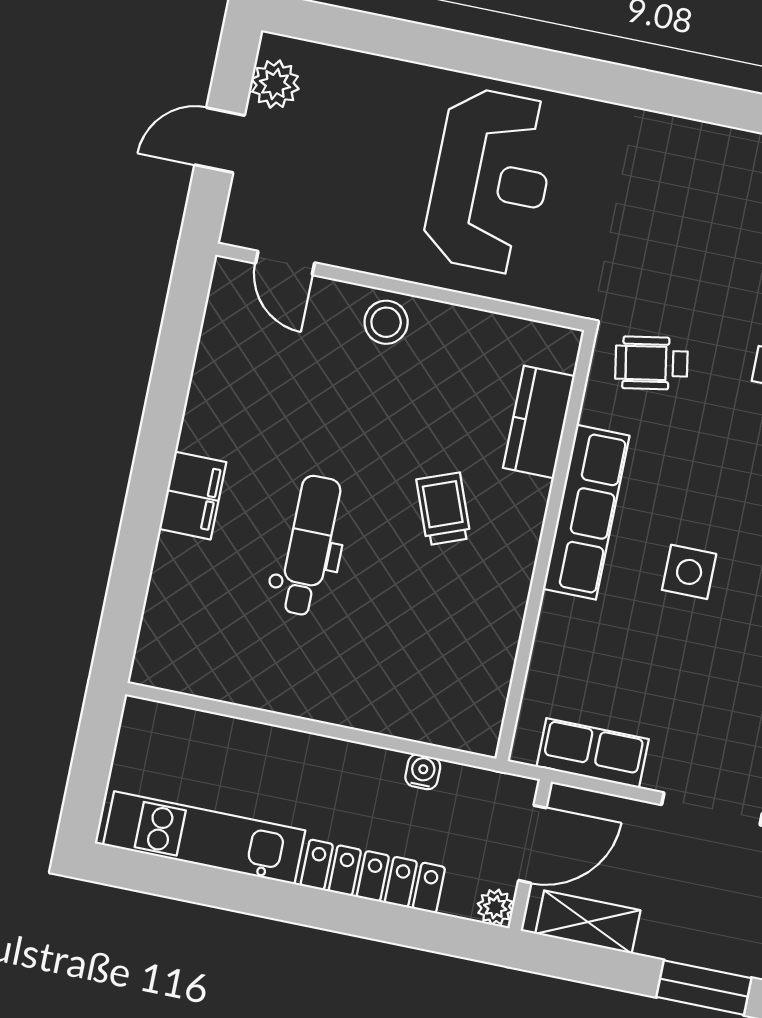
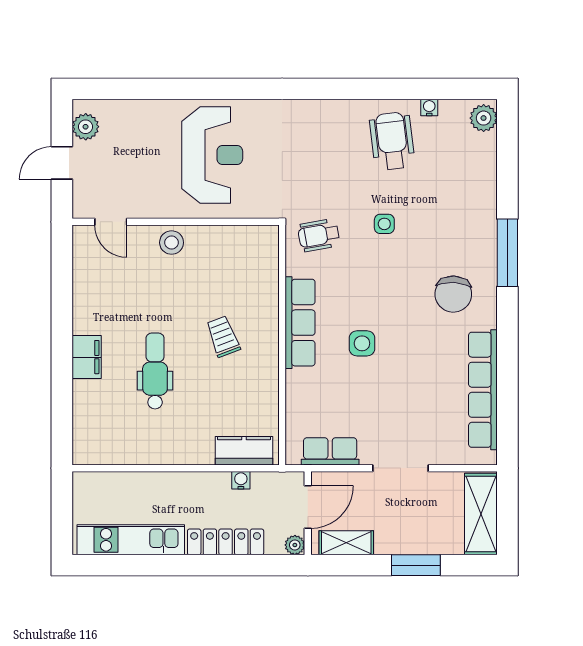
kitchen counter: (539, 422) -> (244, 451), moved, turned 90

